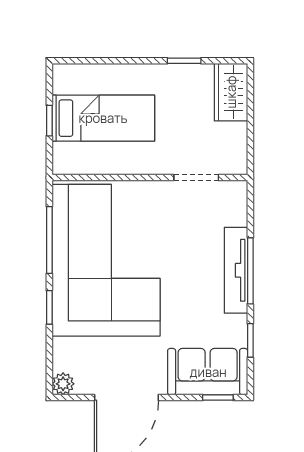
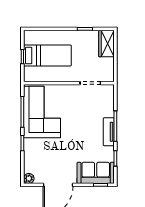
corner sofa: (106, 260) -> (42, 112), width x0.73, depth x0.74
tv unit: (236, 270) -> (109, 132), width x0.71

